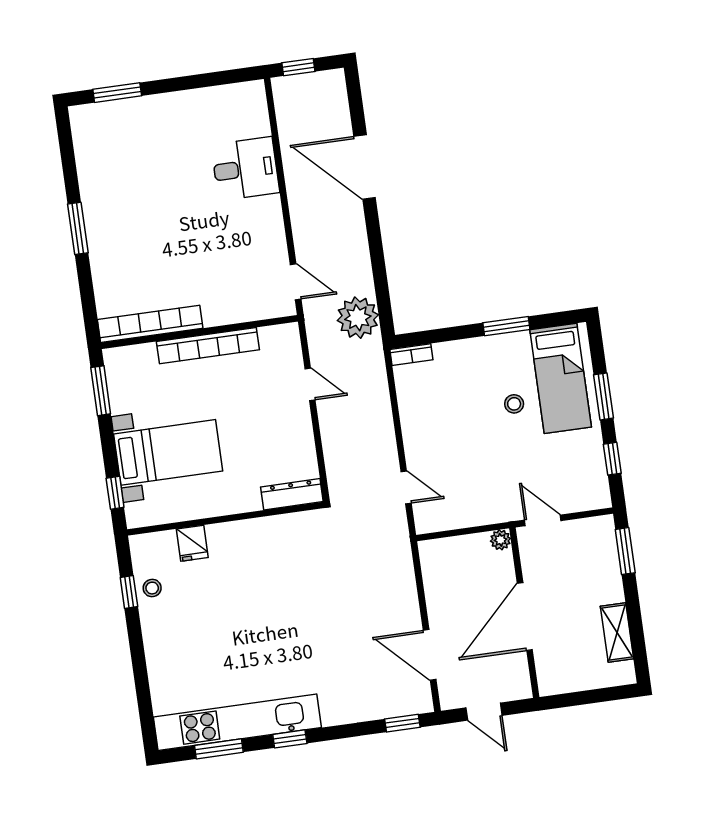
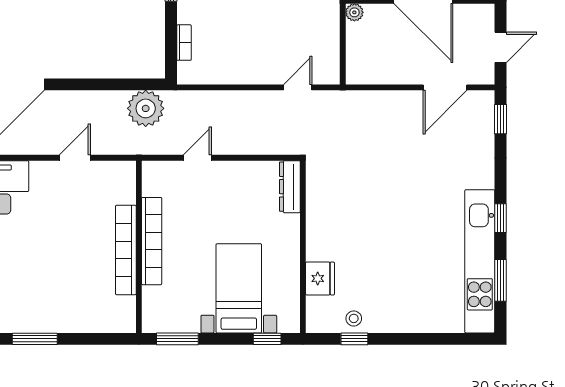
door: (296, 282) -> (75, 158), moved
bookcase: (150, 324) -> (126, 250), moved
bookcase: (411, 355) -> (184, 43), moved
fridge: (192, 543) -> (320, 278), width x1.38

